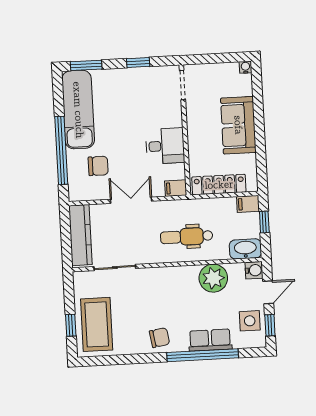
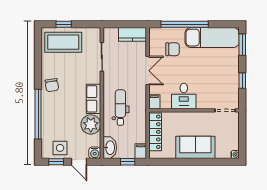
chair: (98, 166) -> (173, 49), turned -90
kitchen counter: (80, 235) -> (132, 34), width x0.67
row of seats: (210, 340) -> (94, 99), moved, turned 180

